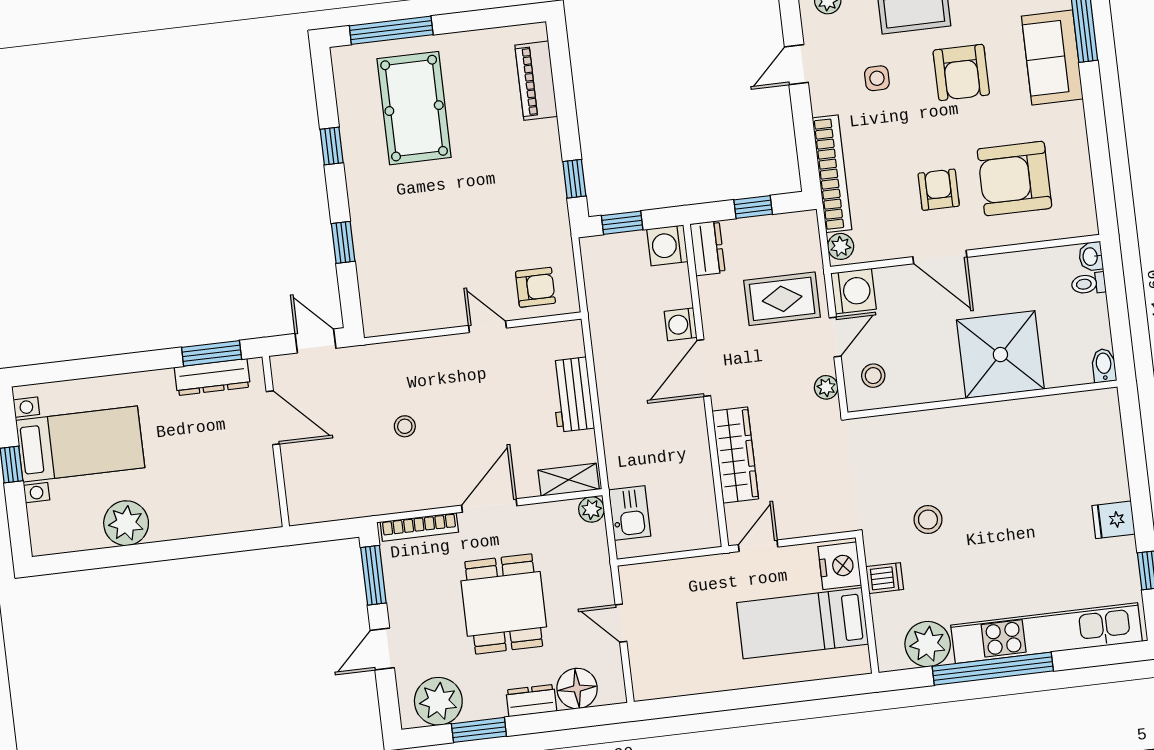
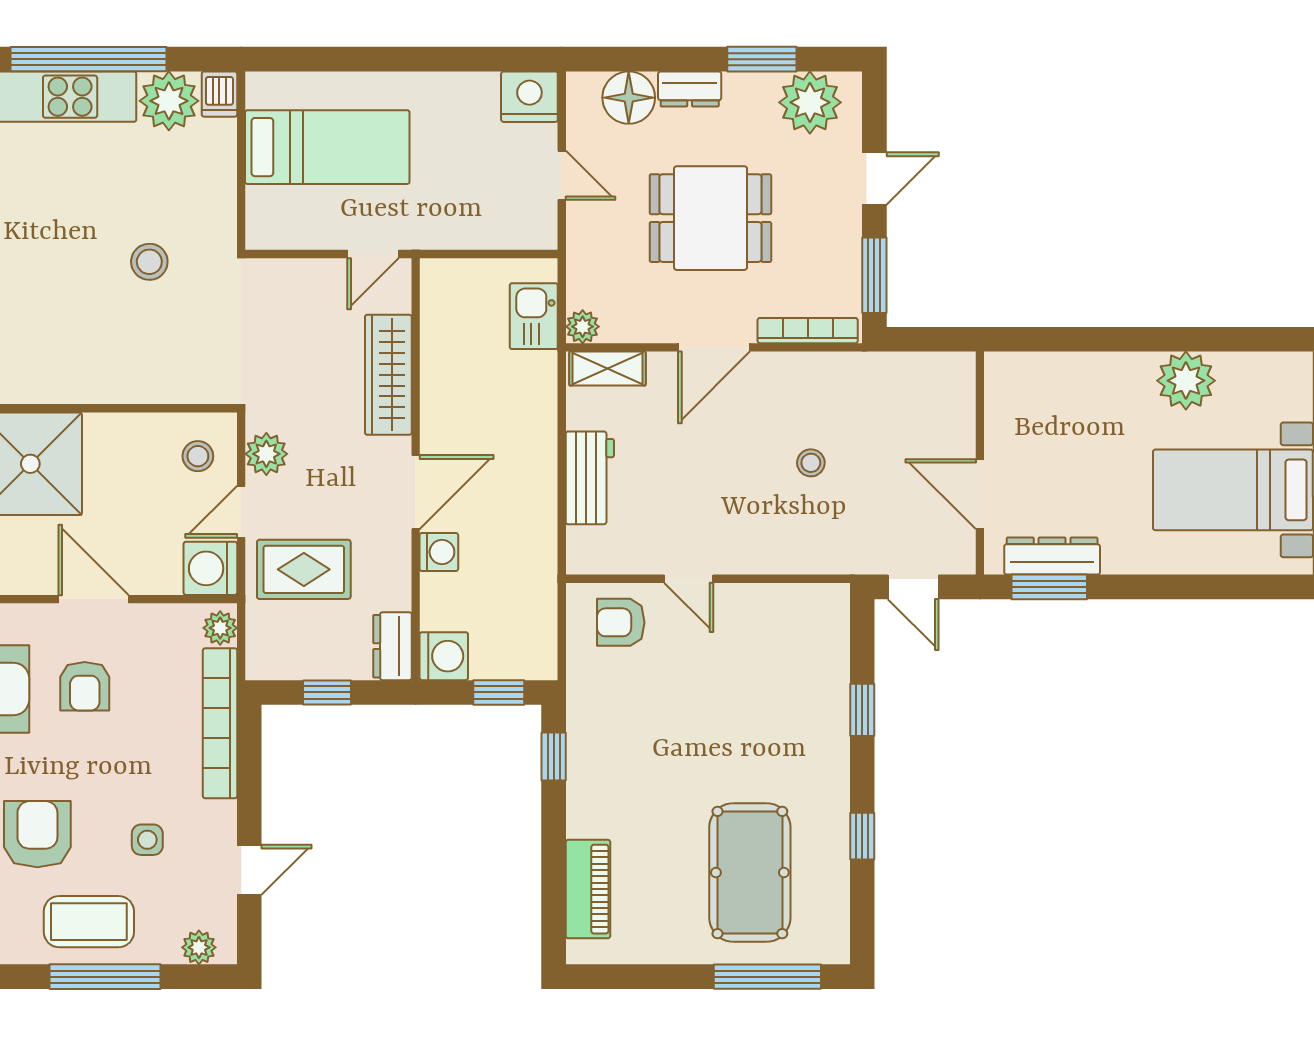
plant: (826, 387) -> (266, 454), width x1.38, depth x1.38
nightstand: (840, 566) -> (529, 97), moved, turned 90
dishwasher: (885, 578) -> (219, 94), moved, turned -90
dining table: (504, 604) -> (710, 218), turned 90

